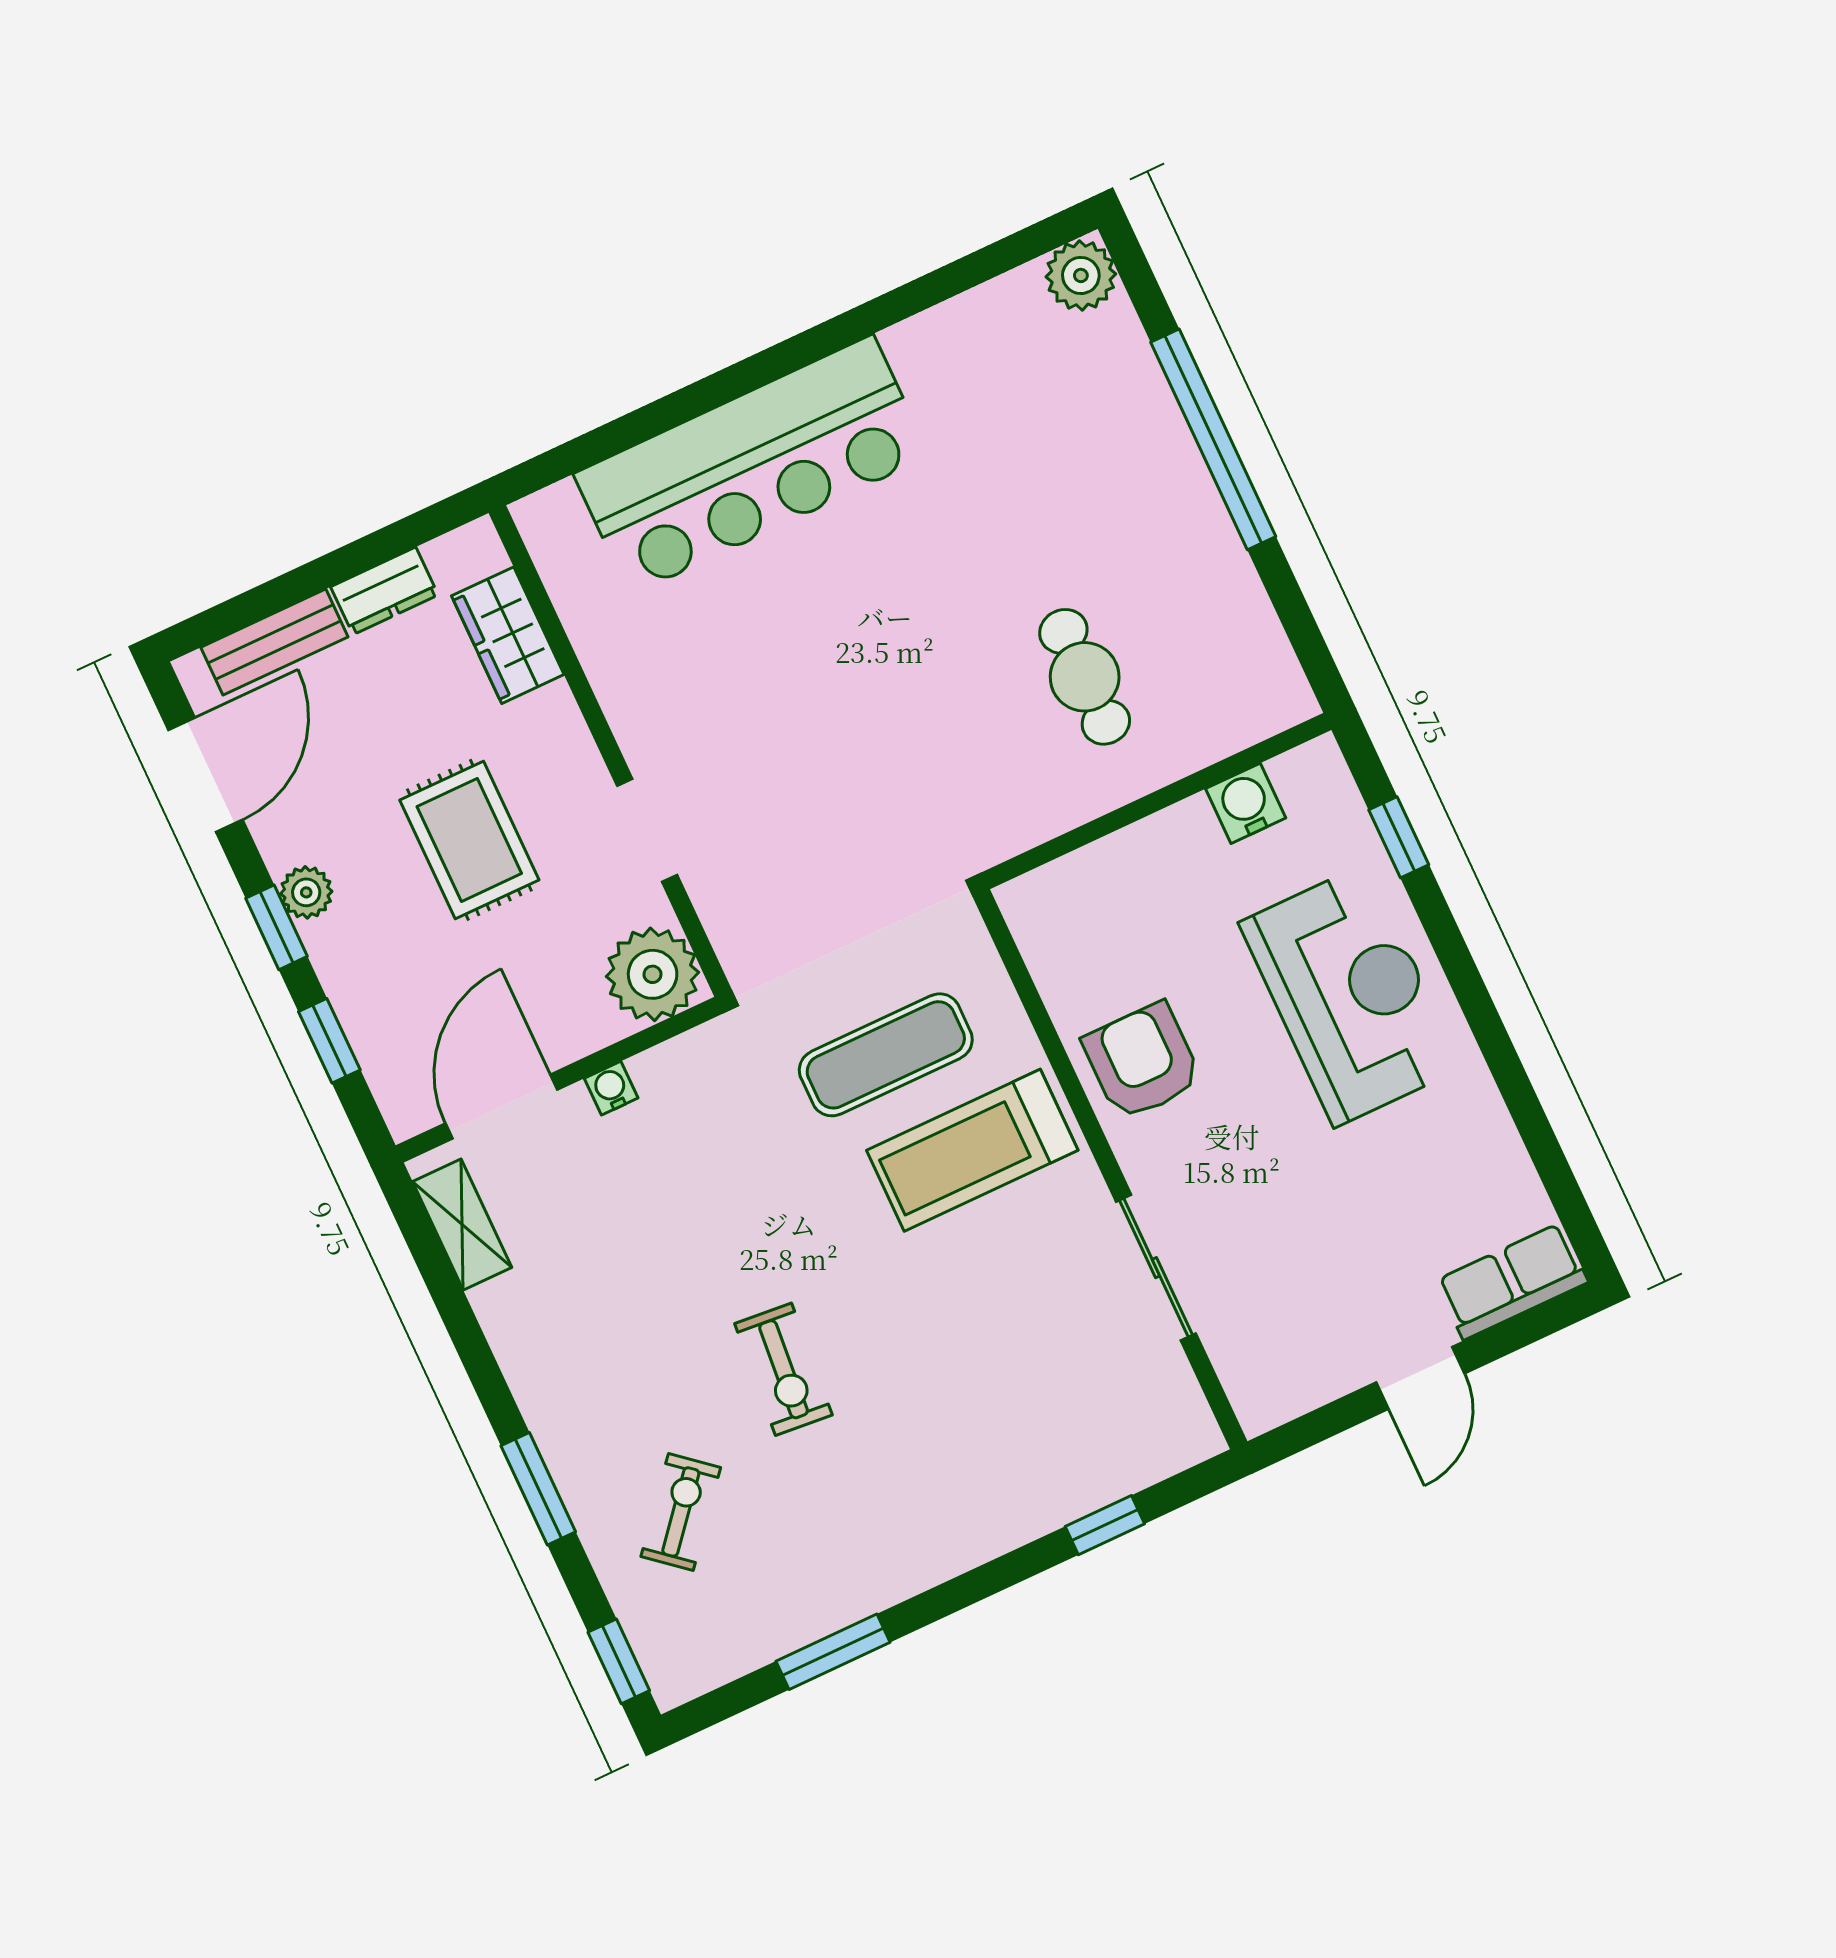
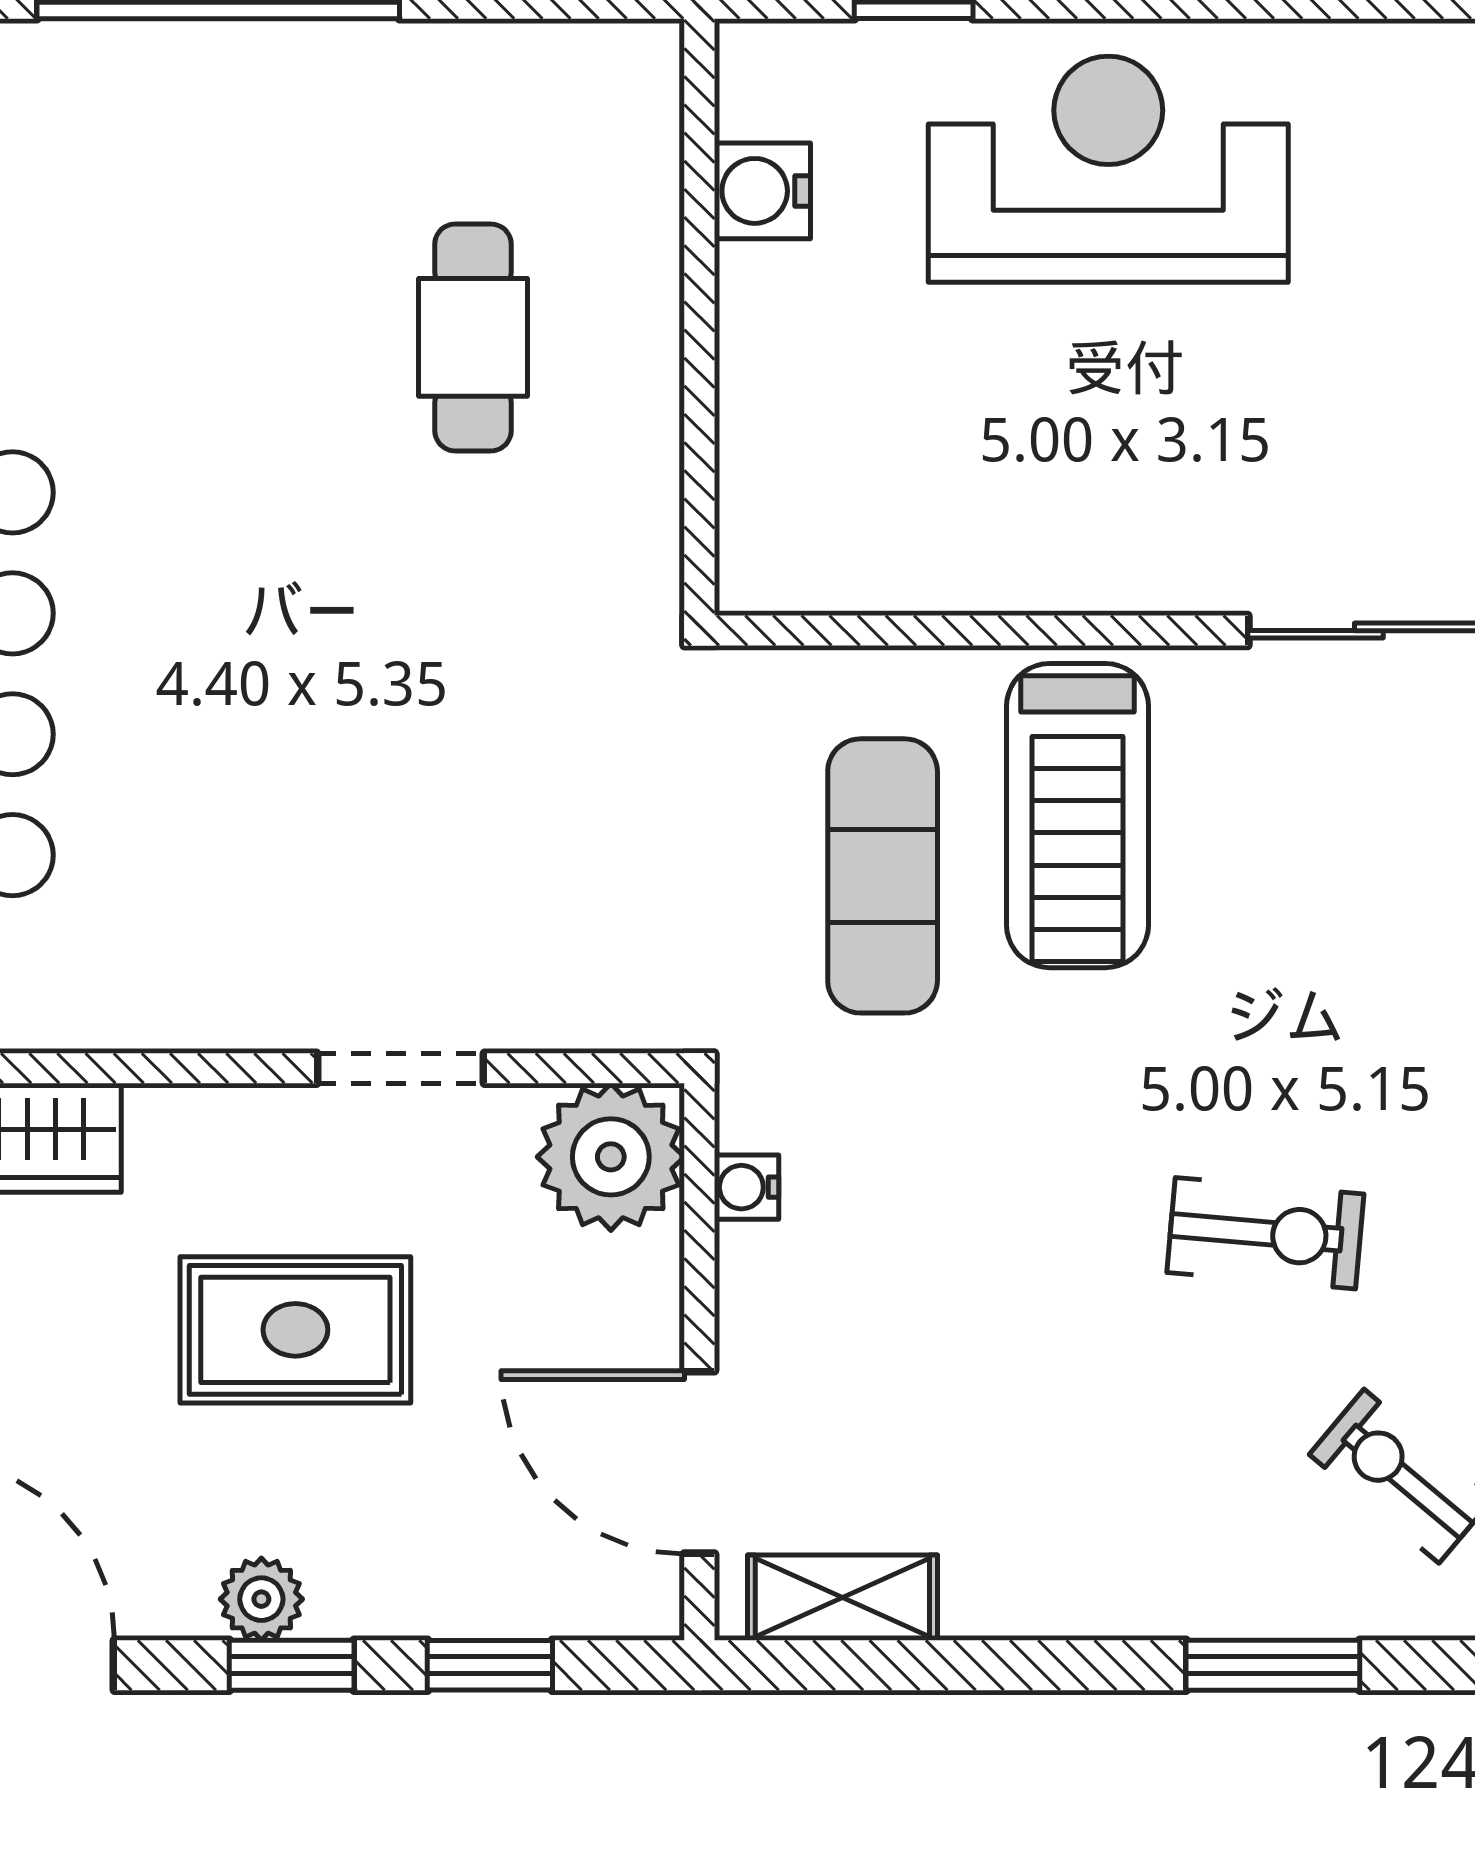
cafe table: (1085, 677) -> (473, 337), turned 90
armchair: (1142, 1061) -> (1064, 512), removed
water cooler: (611, 1088) -> (747, 1187), moved

